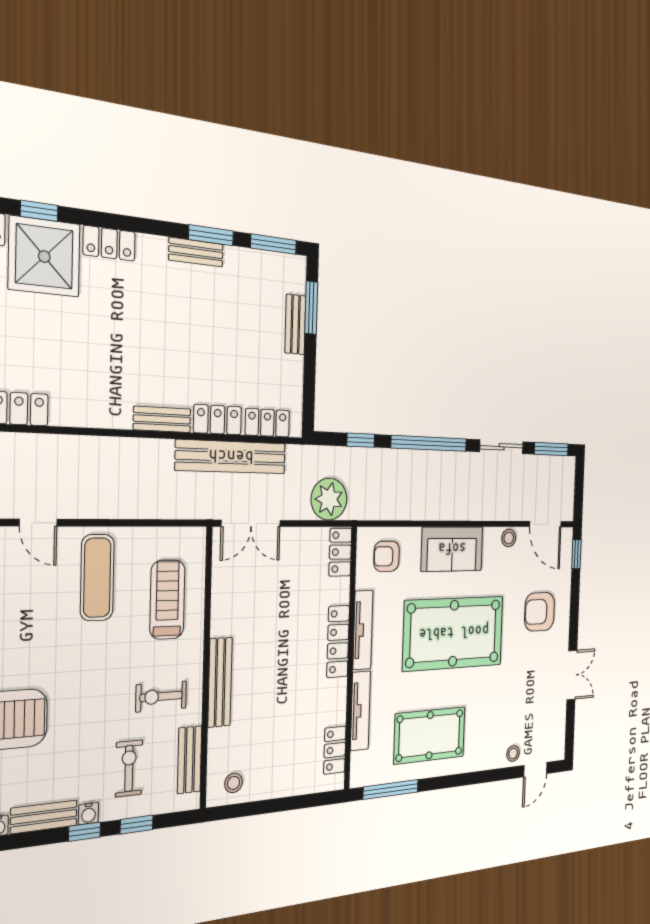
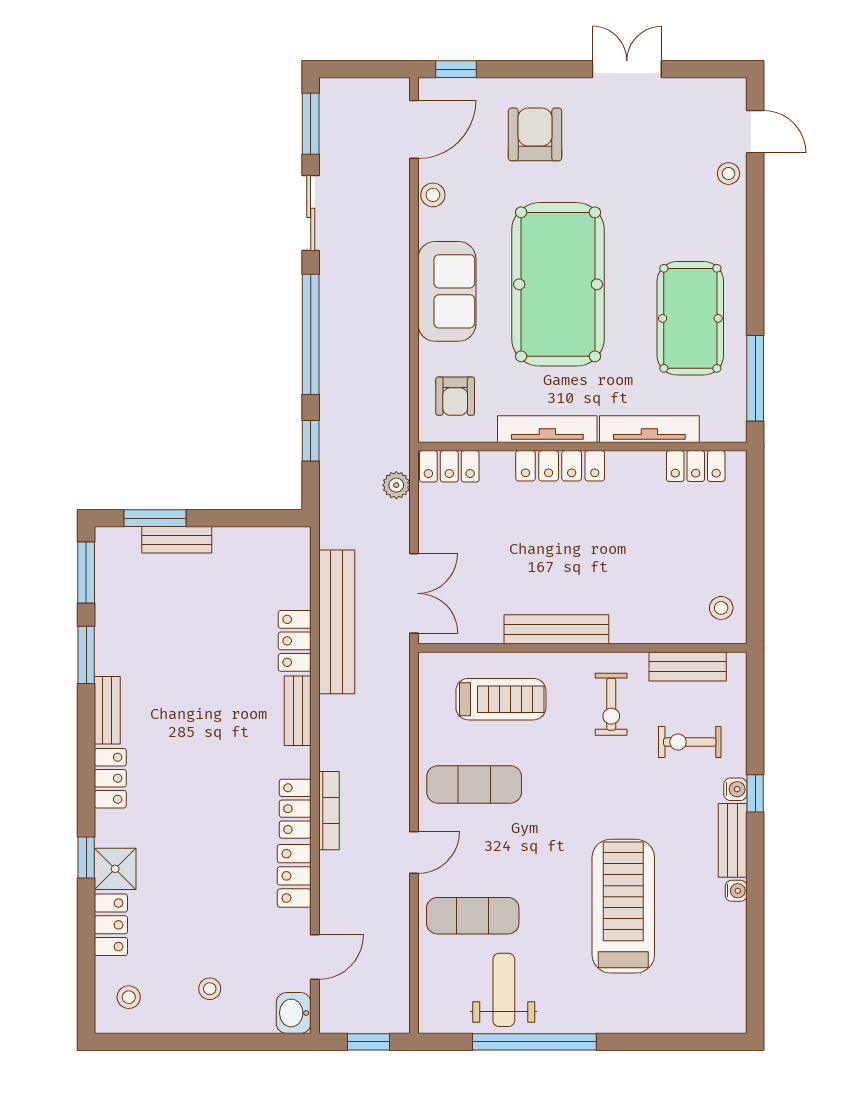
bench: (196, 252) -> (107, 710), moved
shower: (44, 257) -> (115, 869), width x0.54, depth x0.54
locker: (267, 423) -> (295, 809), moved
bookcase: (77, 444) -> (329, 811), added
plant: (329, 499) -> (396, 485), width x0.53, depth x0.53
treadmill: (167, 600) -> (501, 699), turned 180
armchair: (540, 612) -> (535, 134), turned 180
bench: (220, 682) -> (556, 629), moved
window: (137, 825) -> (755, 731), removed

